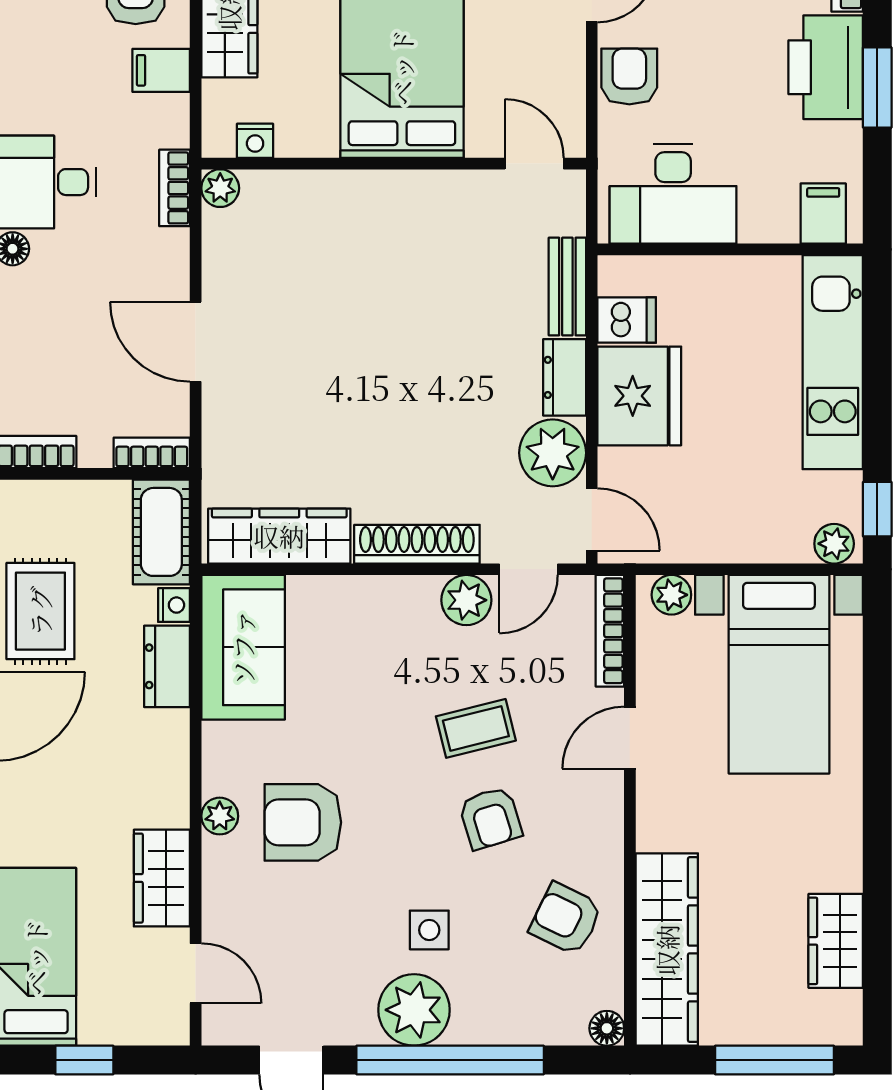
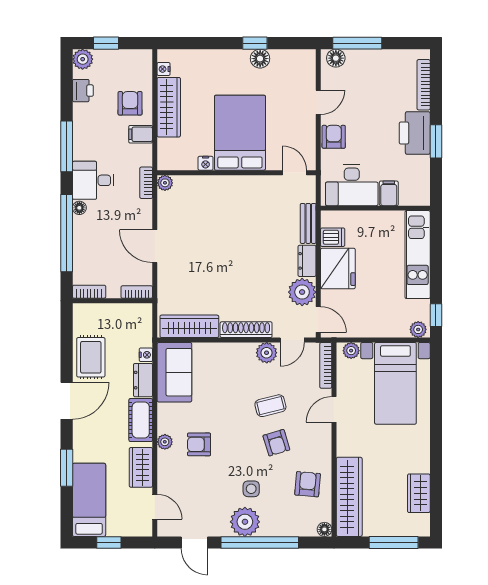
nightstand: (255, 141) -> (206, 163), moved
filing cabinet: (823, 214) -> (389, 193), moved
cot: (161, 532) -> (141, 420), moved
armchair: (303, 822) -> (199, 444), width x0.72, depth x0.72
armchair: (566, 919) -> (308, 484), turned 69

